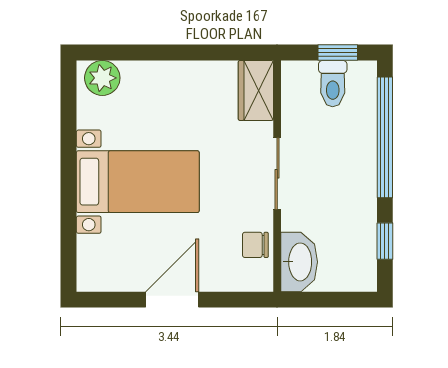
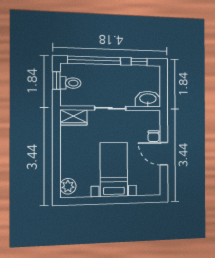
chair: (255, 245) -> (154, 136), moved

